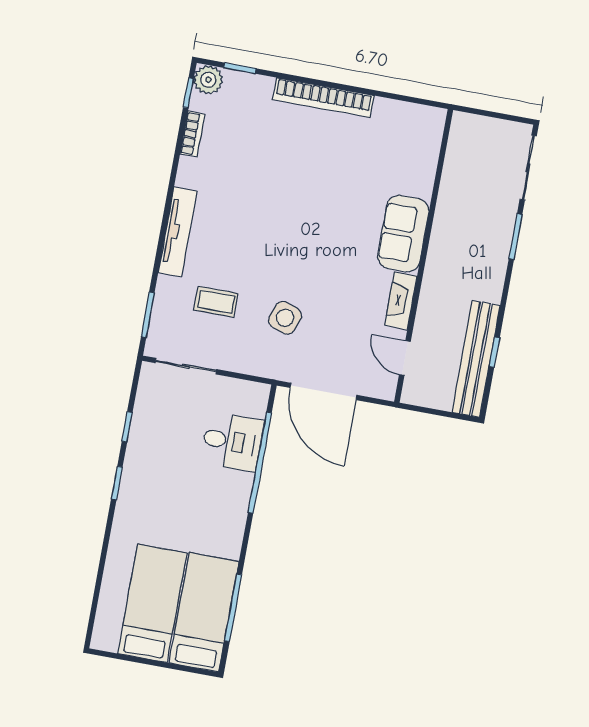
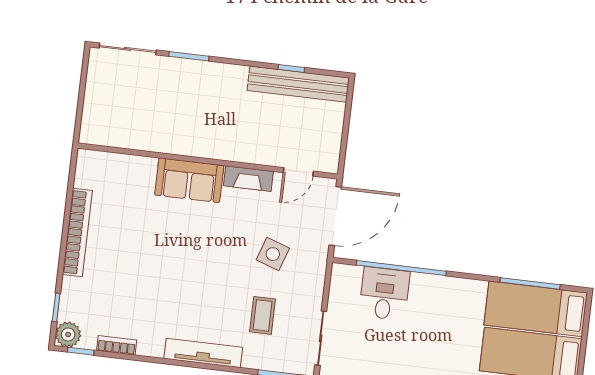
sofa: (403, 234) -> (189, 180), moved
wall: (424, 256) -> (208, 161), moved
fireplace: (401, 301) -> (248, 179), moved
door: (405, 358) -> (298, 172), moved

